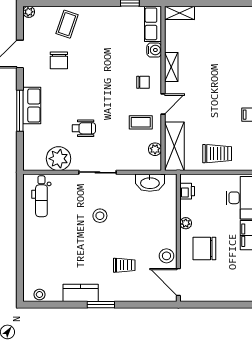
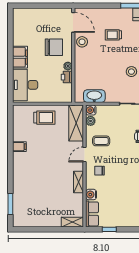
trolley: (217, 154) -> (44, 118), turned 180
water cooler: (155, 164) -> (91, 110), added
printer: (187, 191) -> (67, 77), moved

